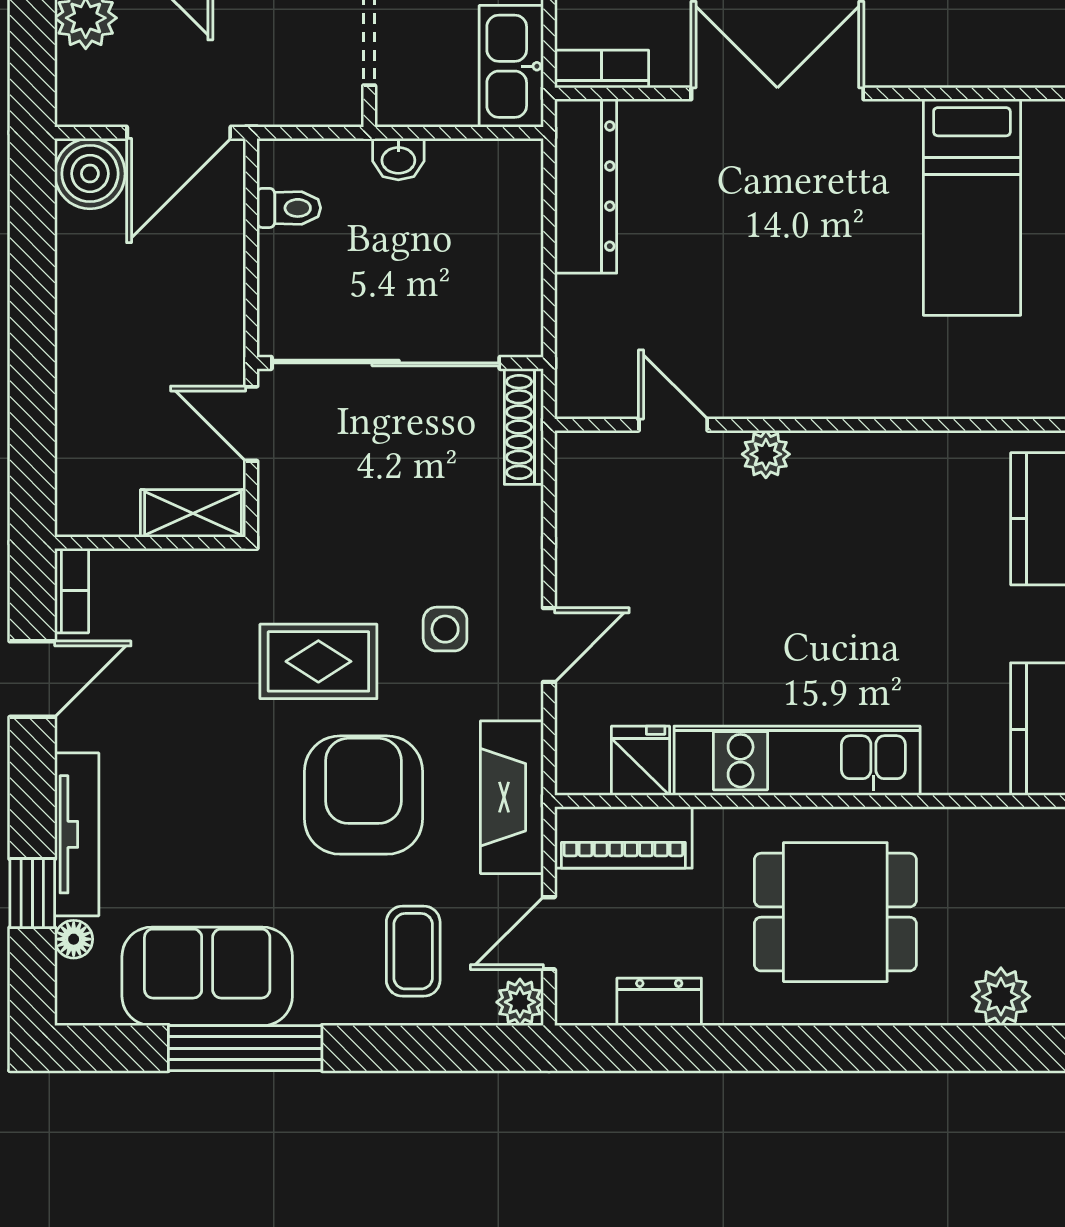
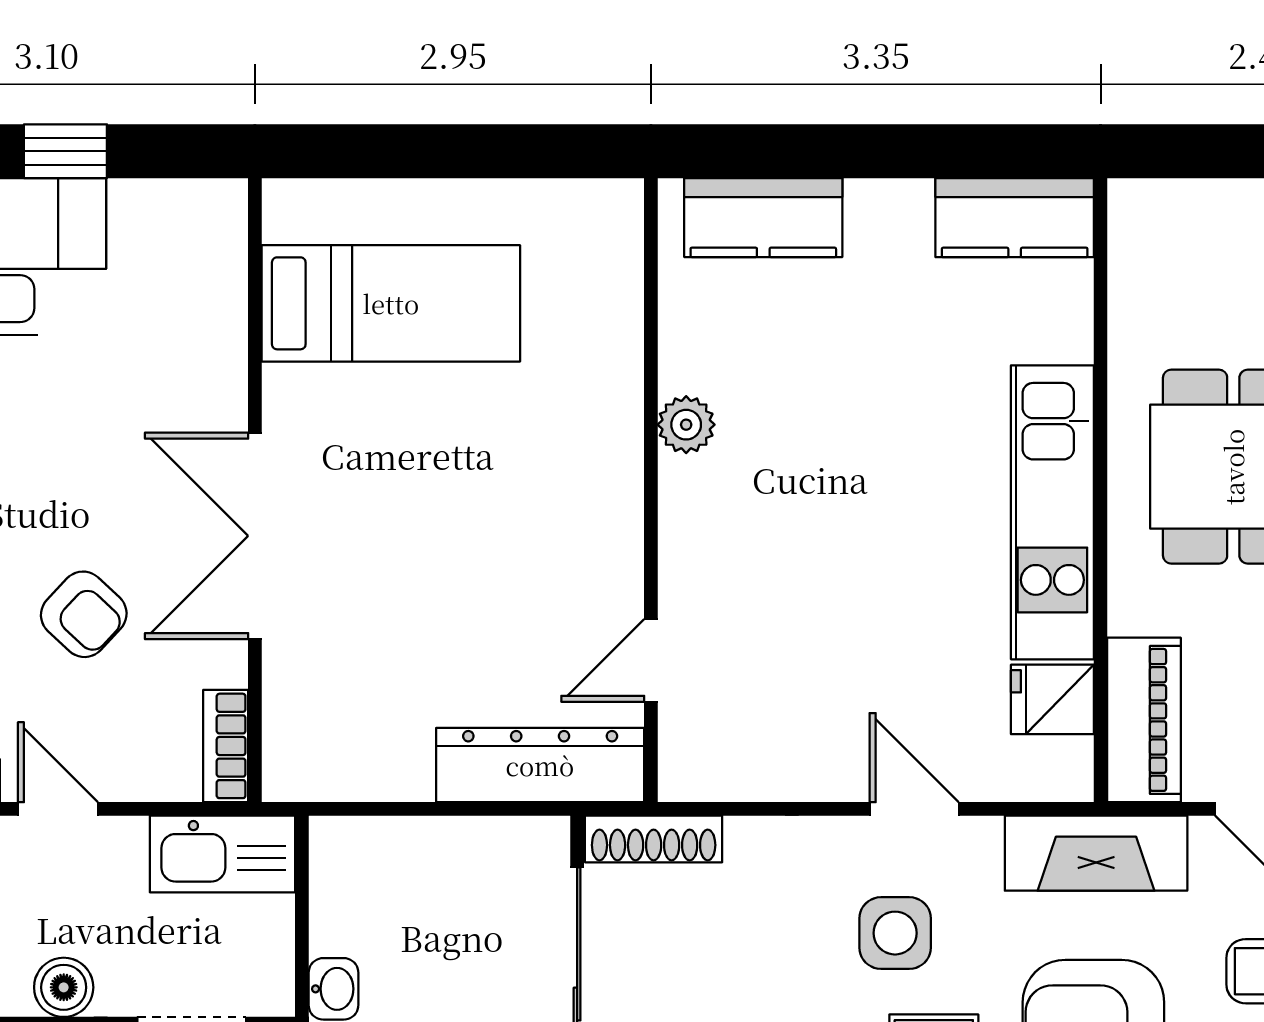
dresser: (586, 186) -> (540, 765), moved
plant: (766, 454) -> (686, 425), moved
side table: (445, 629) -> (895, 933), width x1.37, depth x1.37

